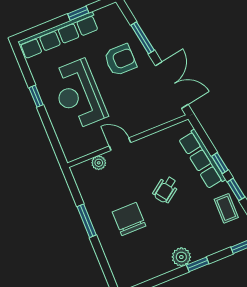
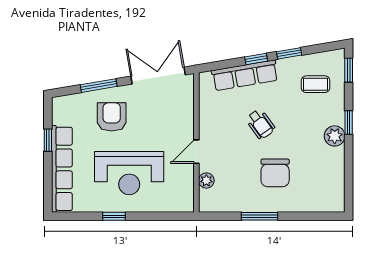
coffee table: (226, 208) -> (316, 84), moved
chair: (129, 219) -> (275, 173), turned -90

